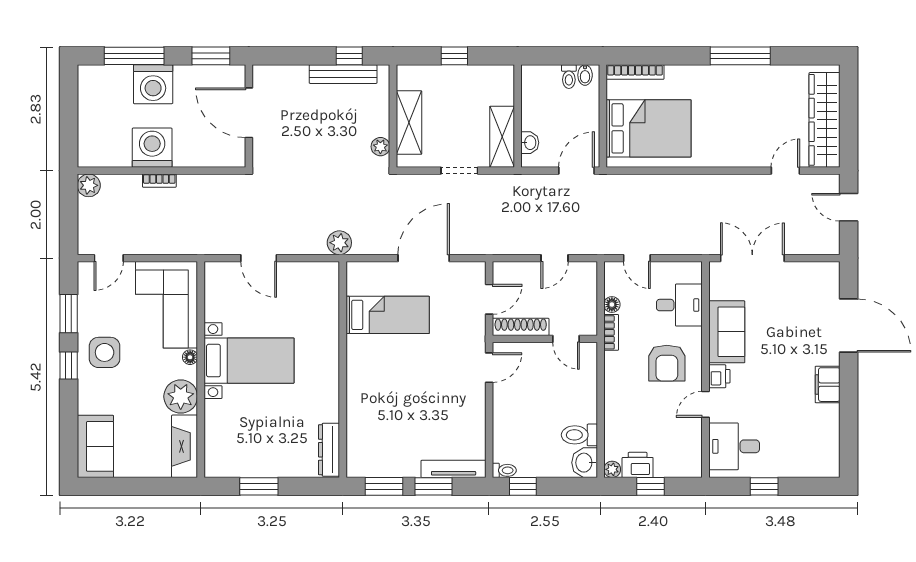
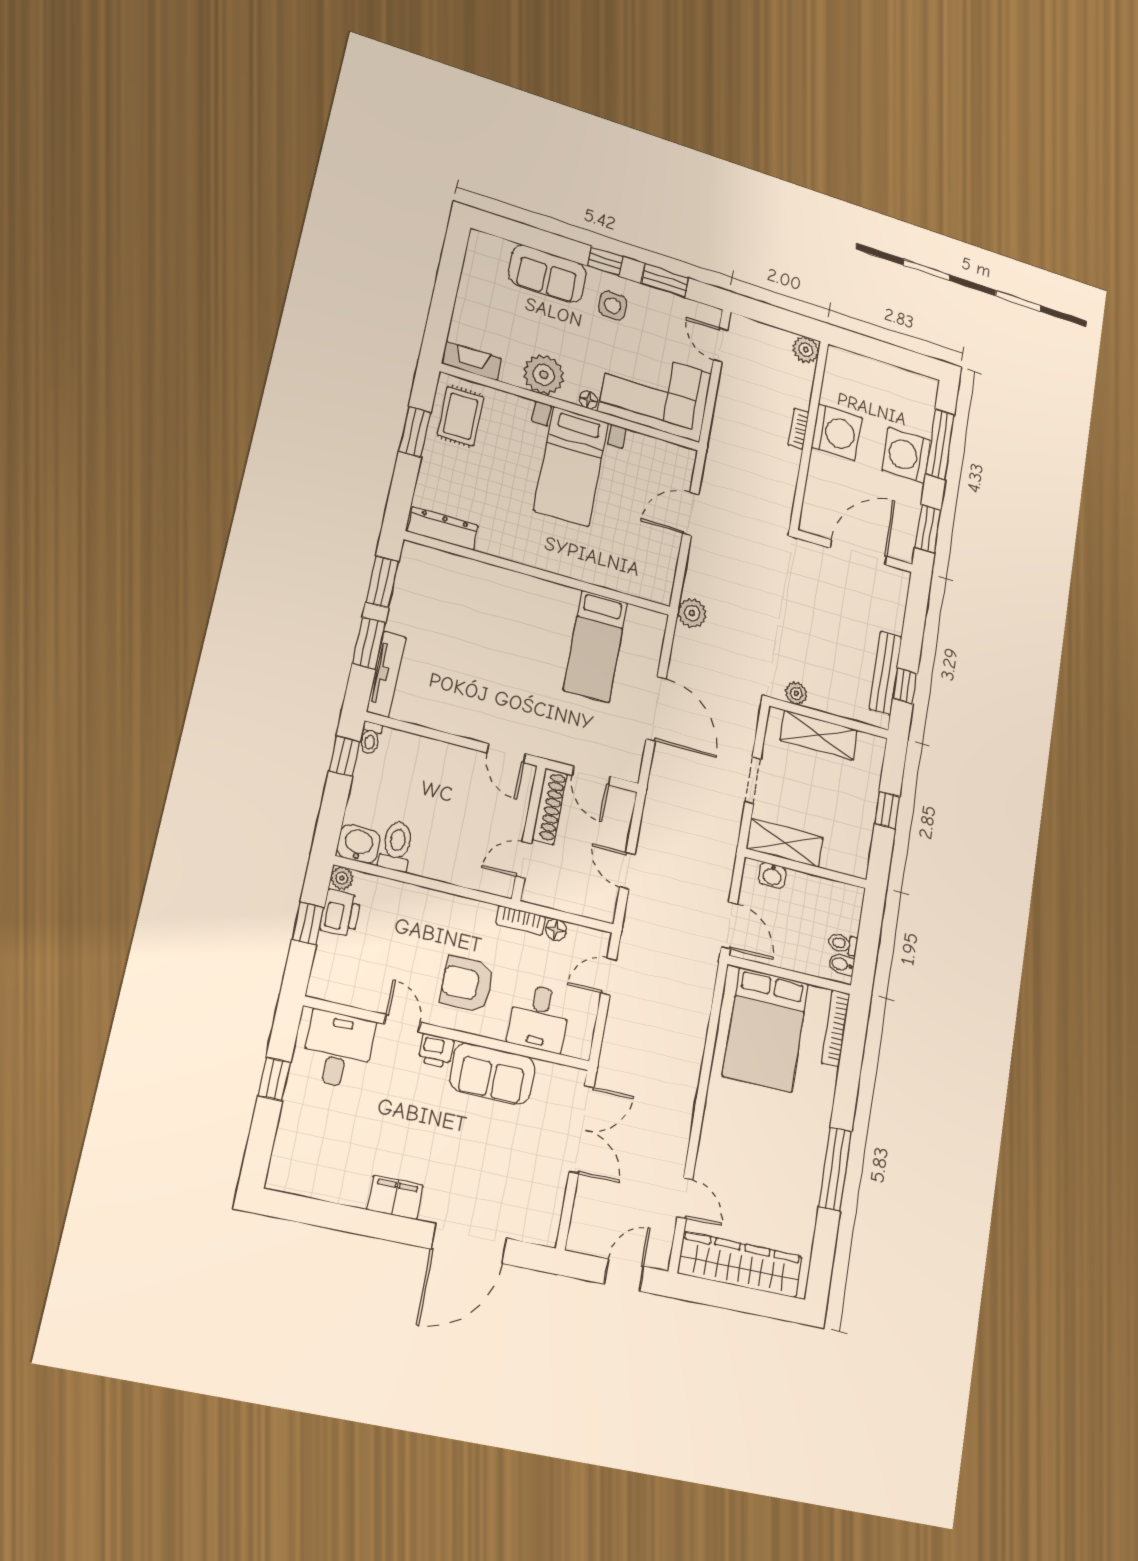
side table: (105, 352) -> (613, 306), width x0.73, depth x0.73
sofa: (95, 446) -> (548, 274), moved
fireplace: (185, 446) -> (472, 361), width x0.73, depth x0.76
rug: (235, 454) -> (460, 416), added

